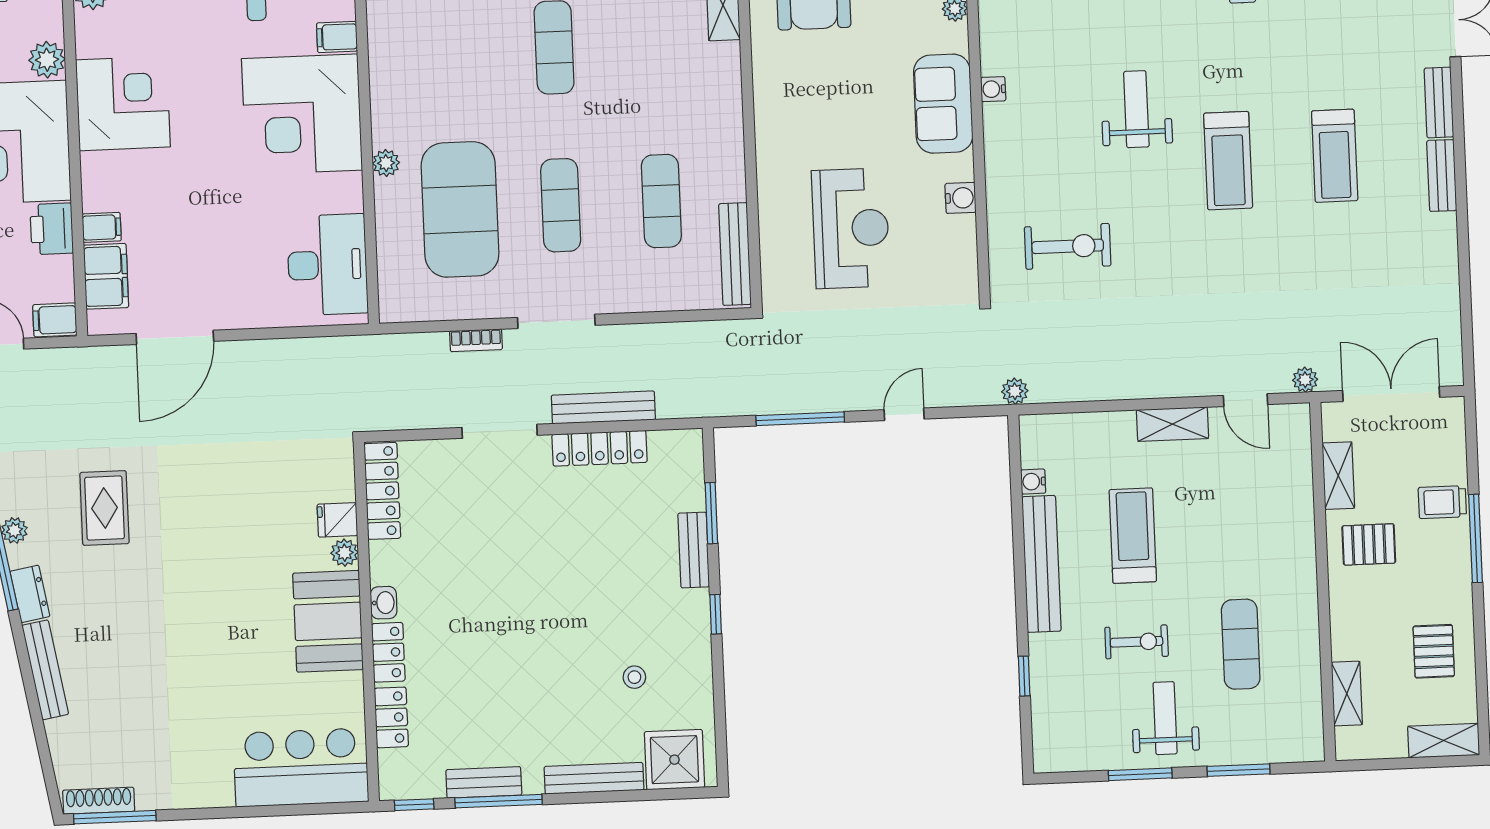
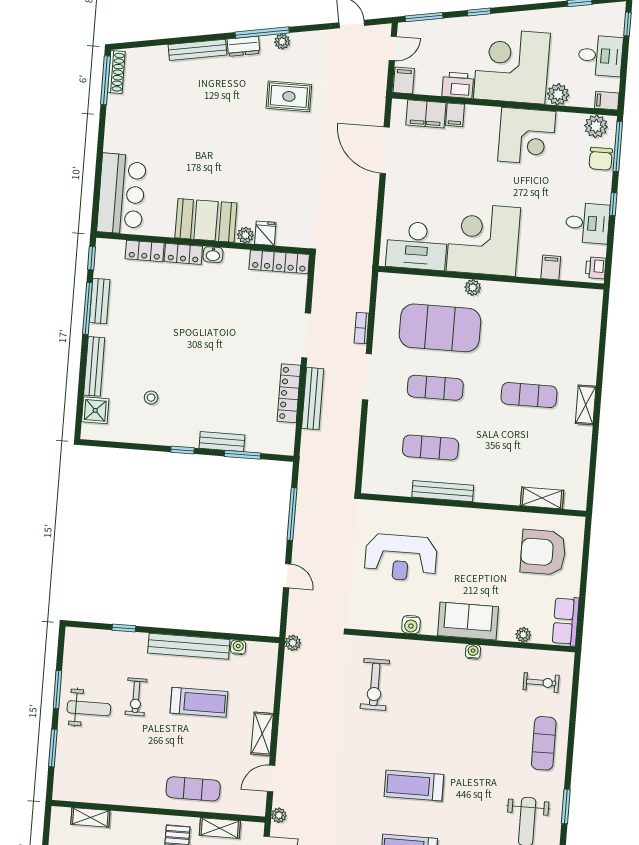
weight bench: (1136, 109) -> (451, 735), removed
corner desk: (302, 114) -> (483, 239), moved
bench: (735, 254) -> (443, 491), moved
exercise mat: (1241, 644) -> (193, 789), moved
shower: (674, 760) -> (95, 410), width x0.73, depth x0.73

